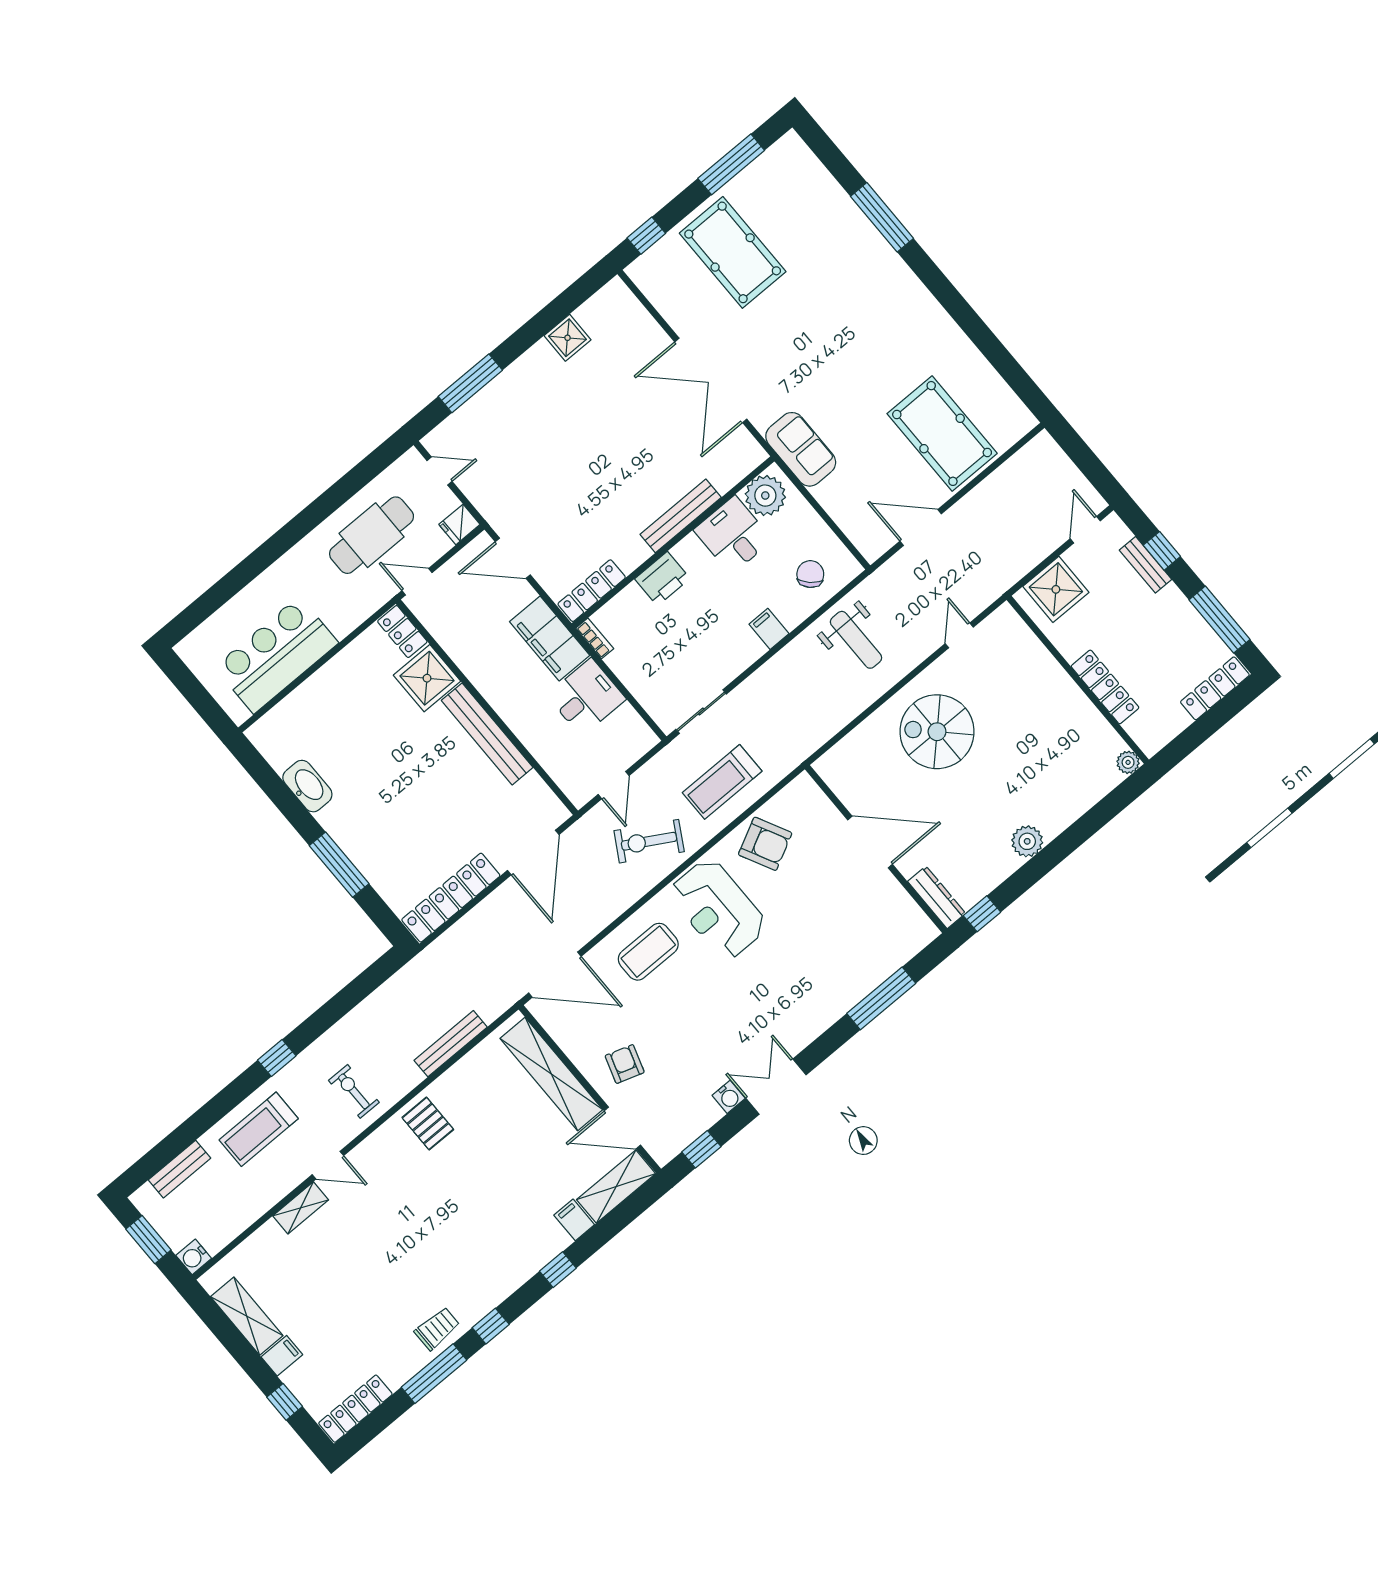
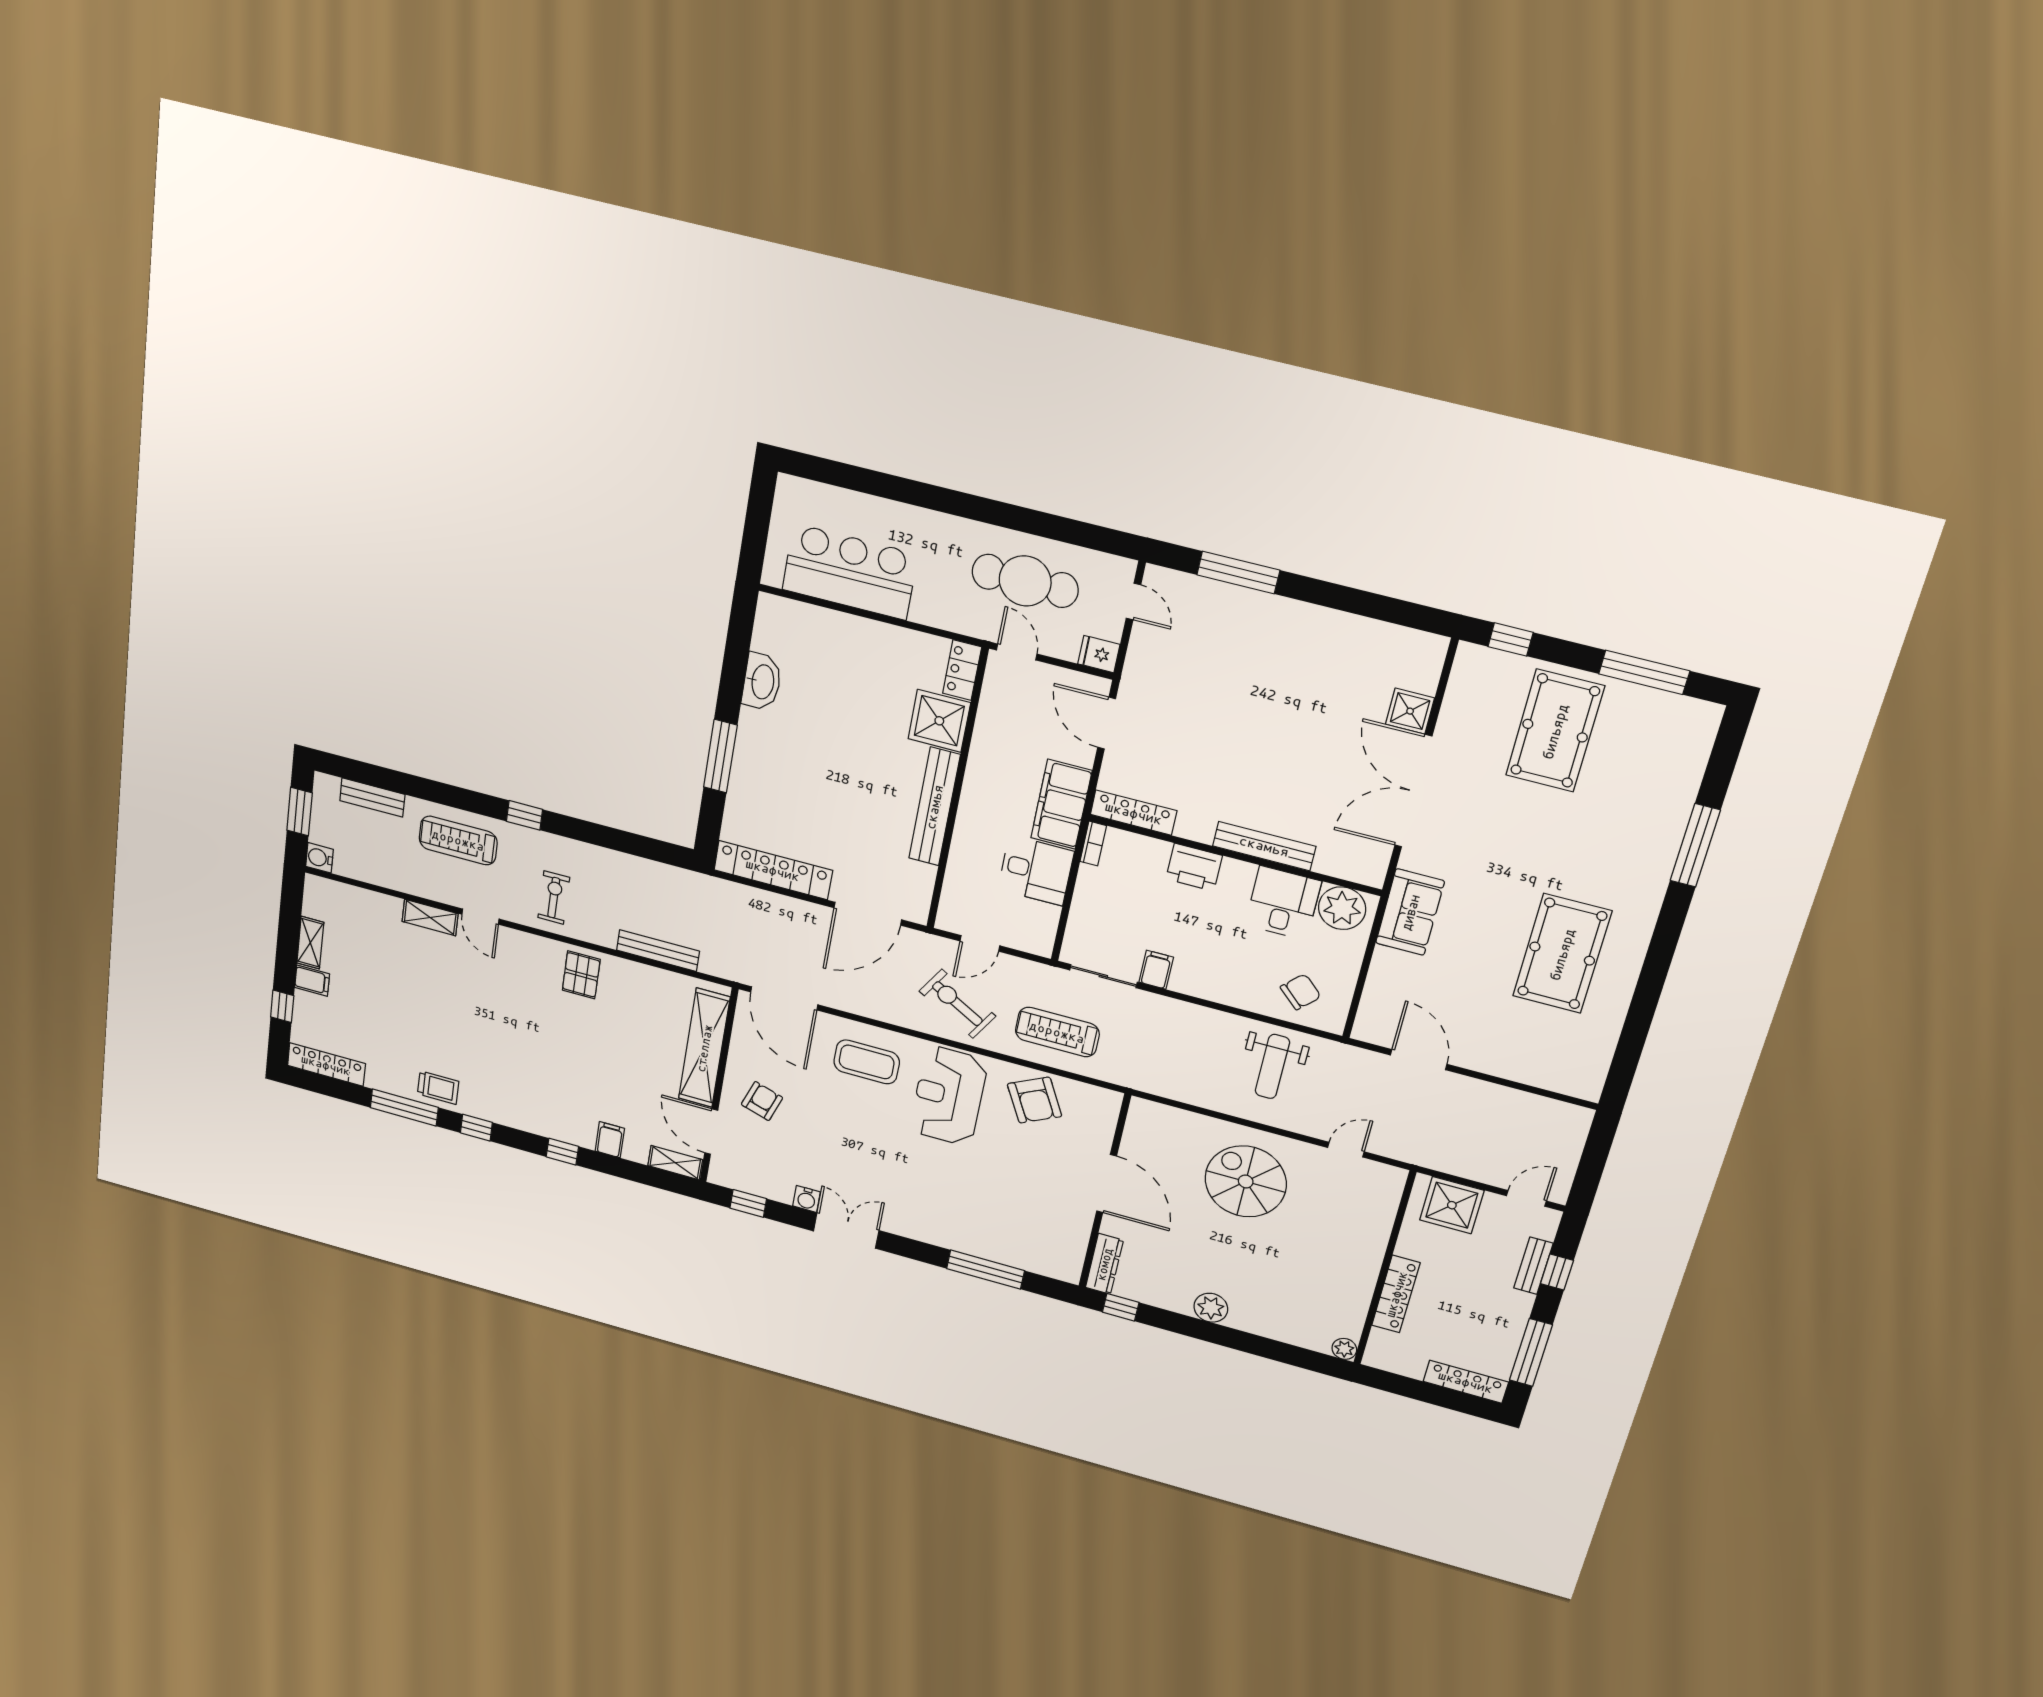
shower: (567, 338) -> (1410, 711), moved
pool table: (942, 433) -> (1562, 954), moved
filing cabinet: (769, 629) -> (1156, 970), moved
shelving: (616, 1187) -> (675, 1163), width x0.67, depth x0.75
shelving: (247, 1316) -> (310, 943), width x0.67, depth x0.75

